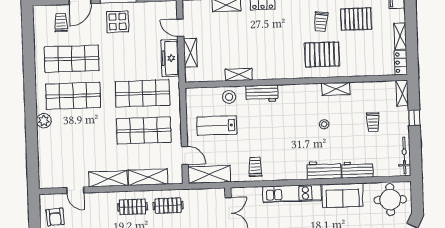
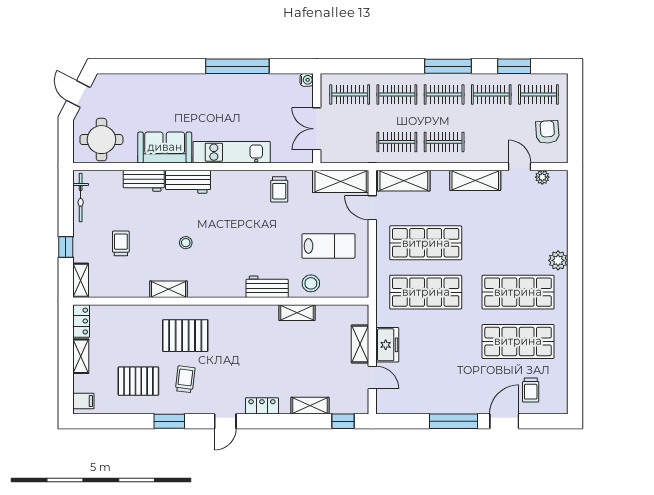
display table: (118, 22) -> (455, 389), removed
freezer: (170, 58) -> (387, 345), width x0.71
shelving: (148, 177) -> (404, 181), moved
plant: (58, 183) -> (542, 177), added

